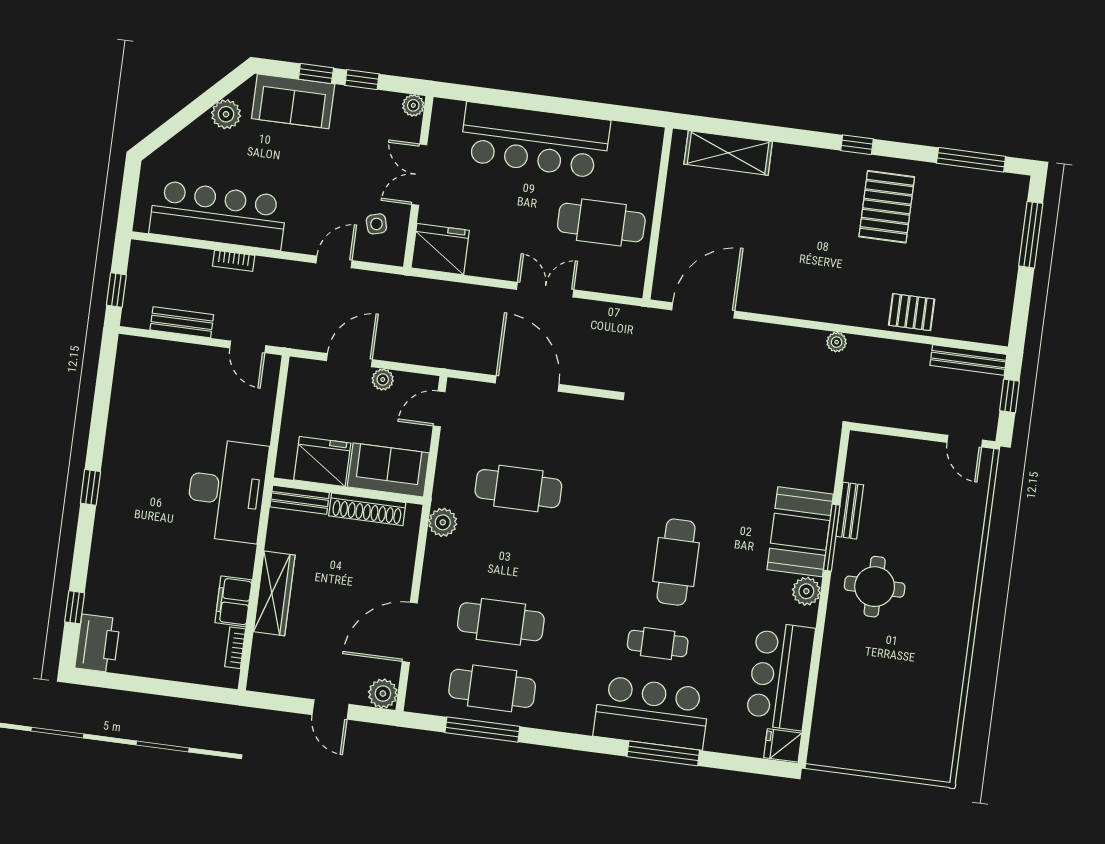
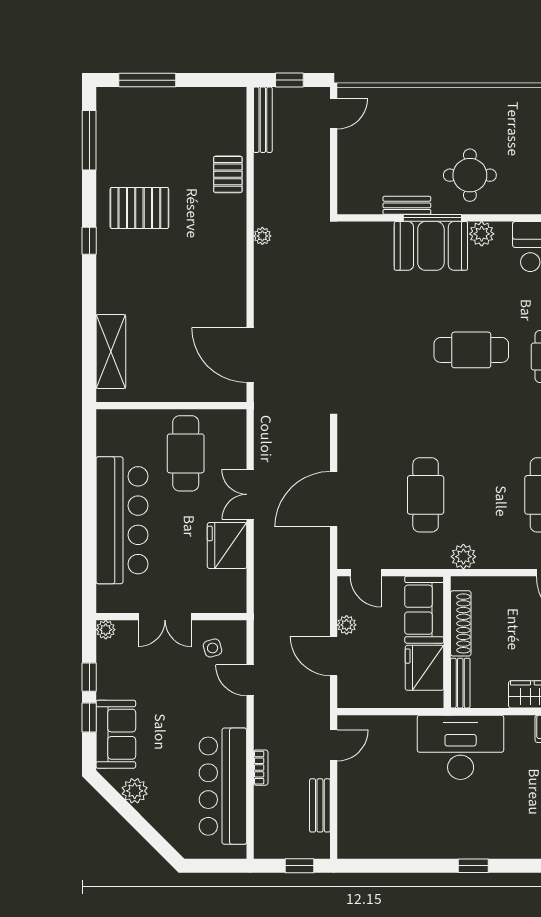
fridge: (440, 249) -> (227, 546), moved

